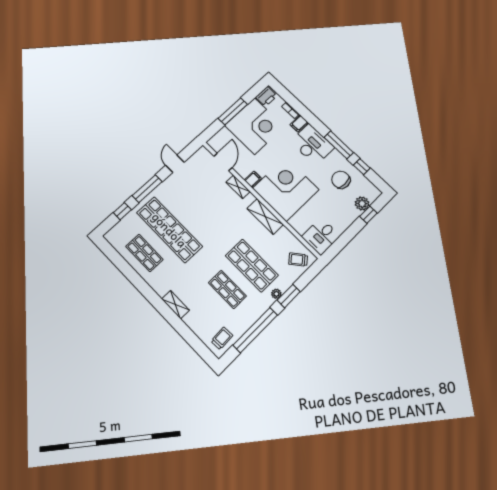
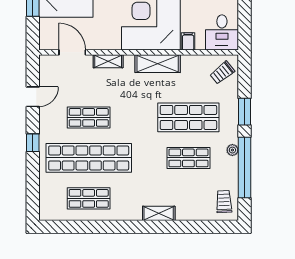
door: (175, 164) -> (33, 97), swing flipped
filing cabinet: (253, 179) -> (188, 41), moved
window: (147, 189) -> (33, 143), width x0.46
shop shelf: (194, 207) -> (89, 117), added
window: (122, 211) -> (33, 183), removed
plant: (276, 294) -> (232, 150), moved

